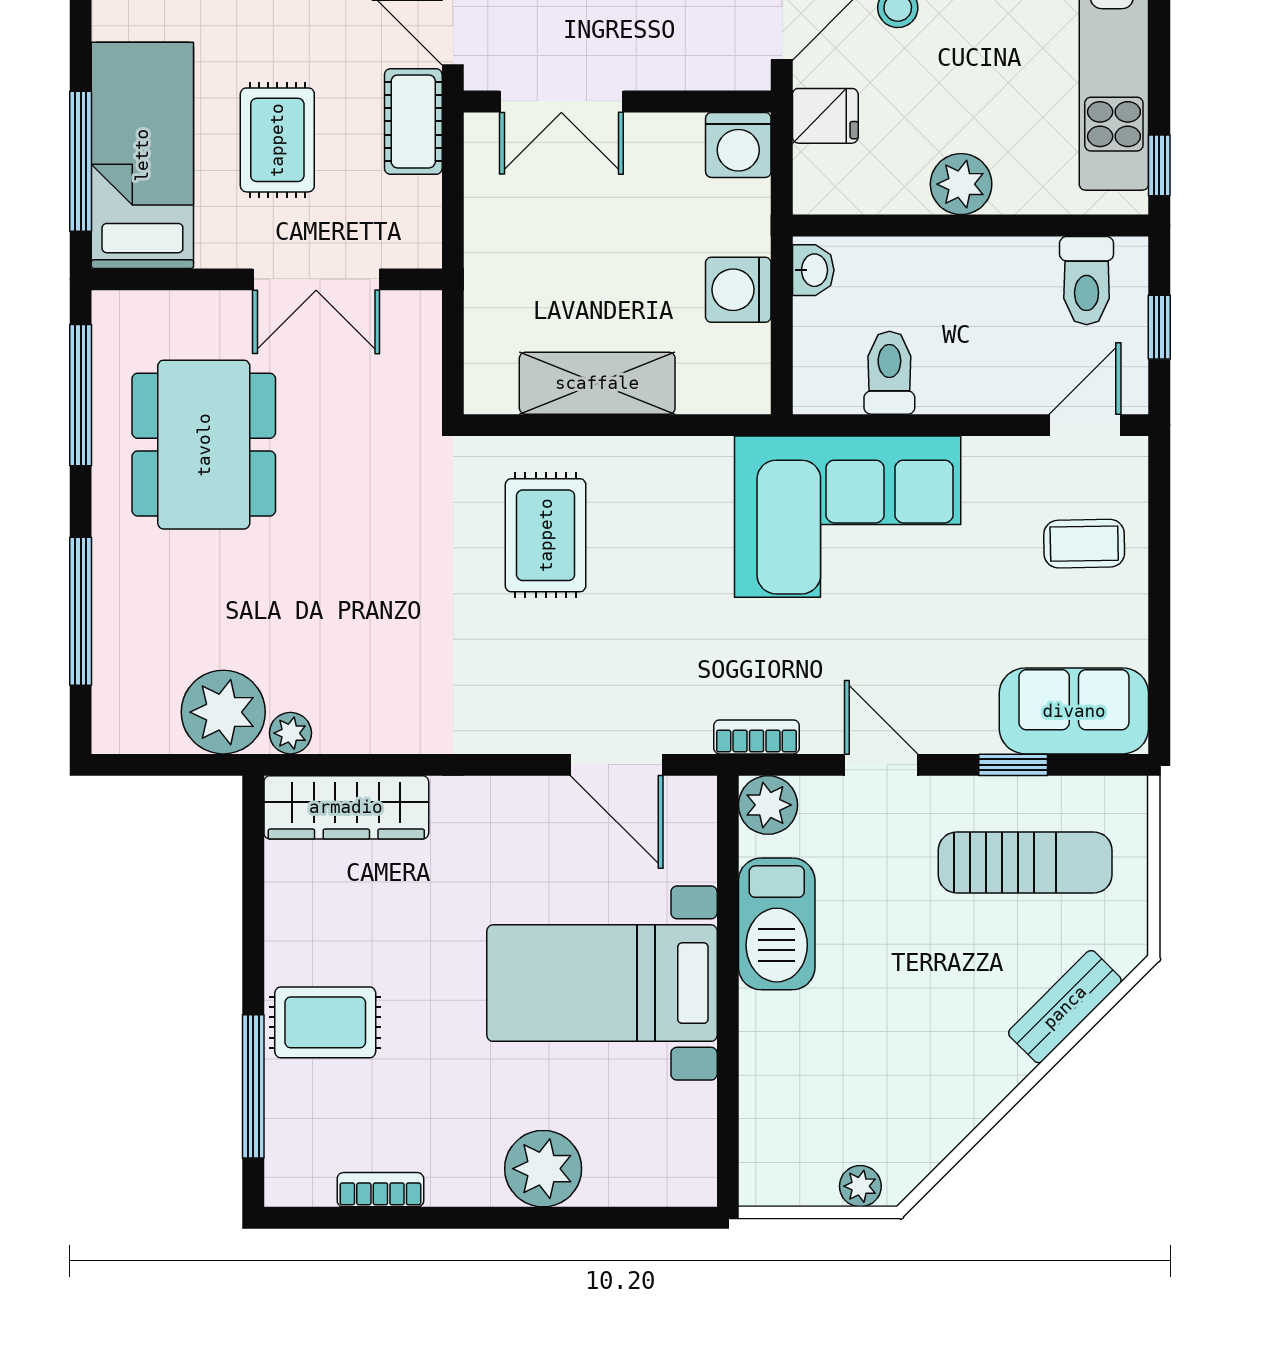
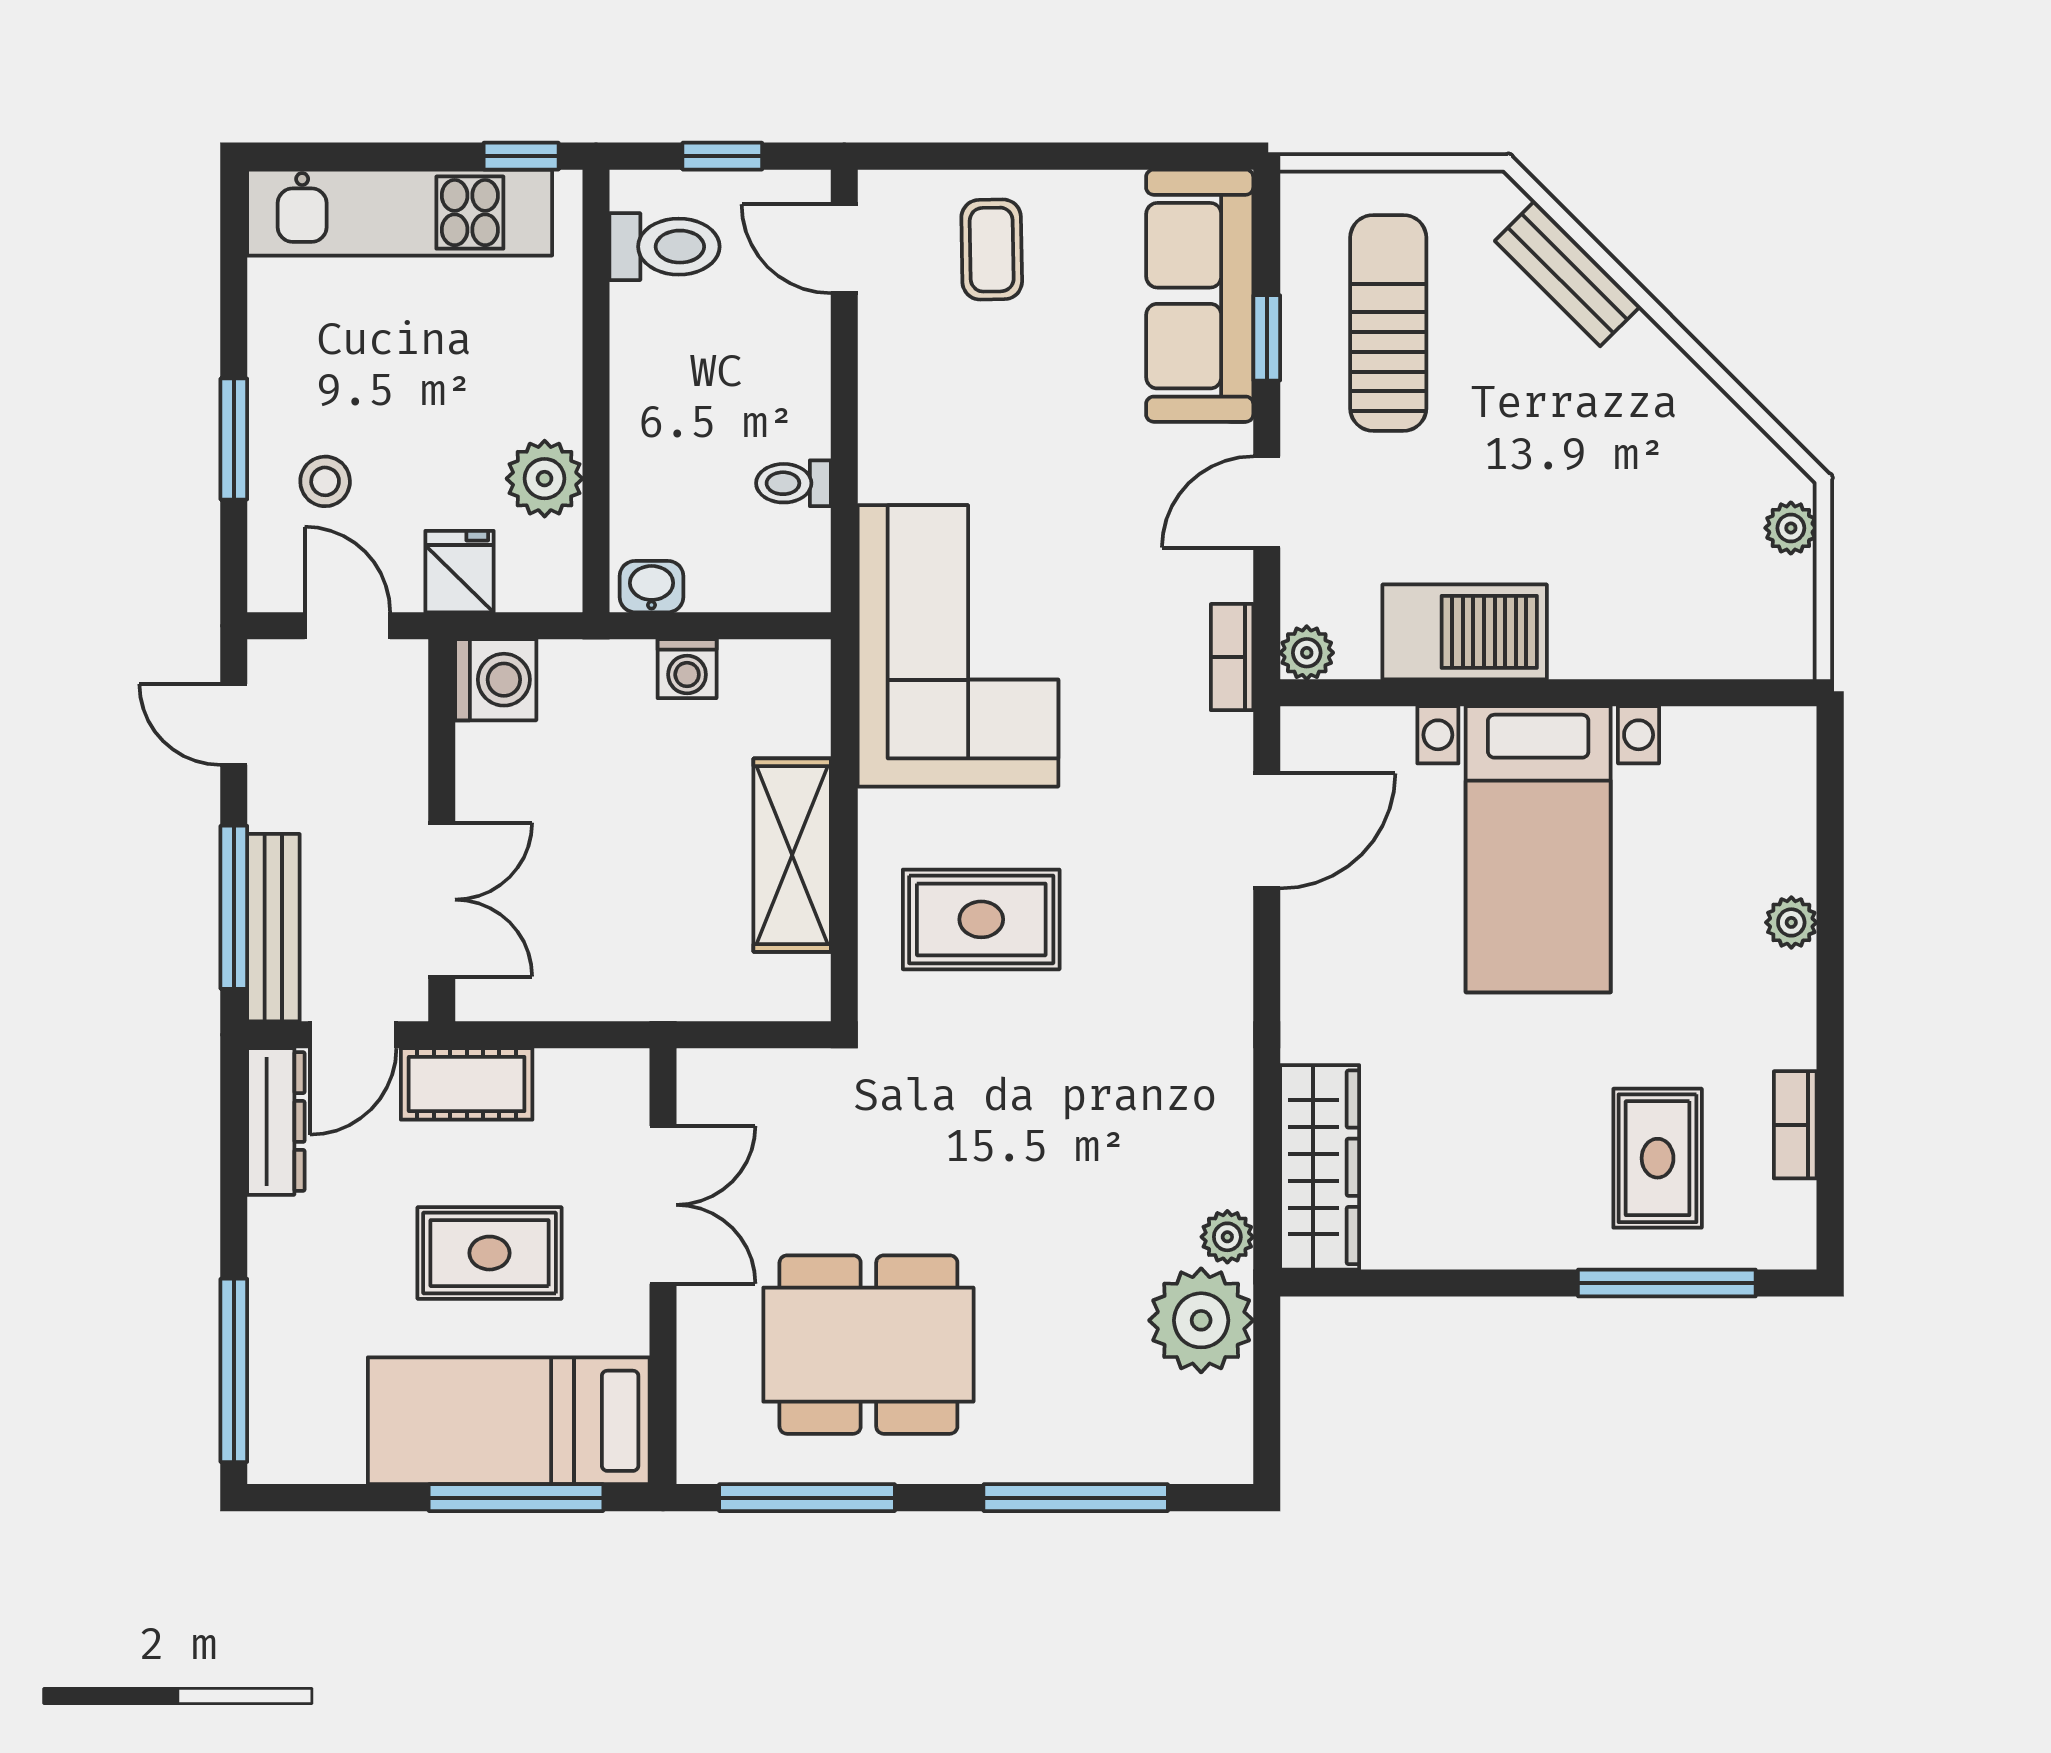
plant: (961, 184) -> (545, 479), moved
washing machine: (738, 290) -> (687, 669), width x0.73, depth x0.73
toilet: (889, 373) -> (793, 483), width x0.73, depth x0.72
corner sofa: (848, 517) -> (958, 646), moved
sofa: (1074, 711) -> (1200, 296), width x1.36
plant: (768, 805) -> (1307, 653), width x0.73, depth x0.73
rug: (325, 1022) -> (1658, 1158), moved
plant: (543, 1169) -> (1791, 922), width x0.53, depth x0.53

